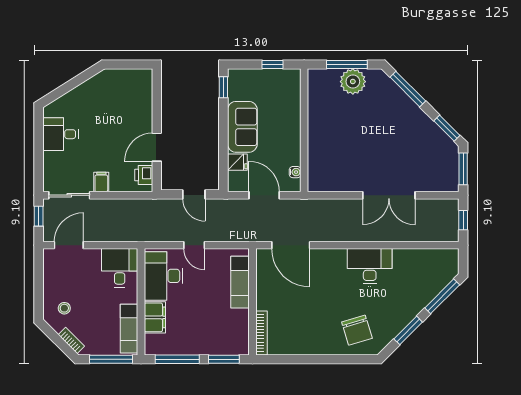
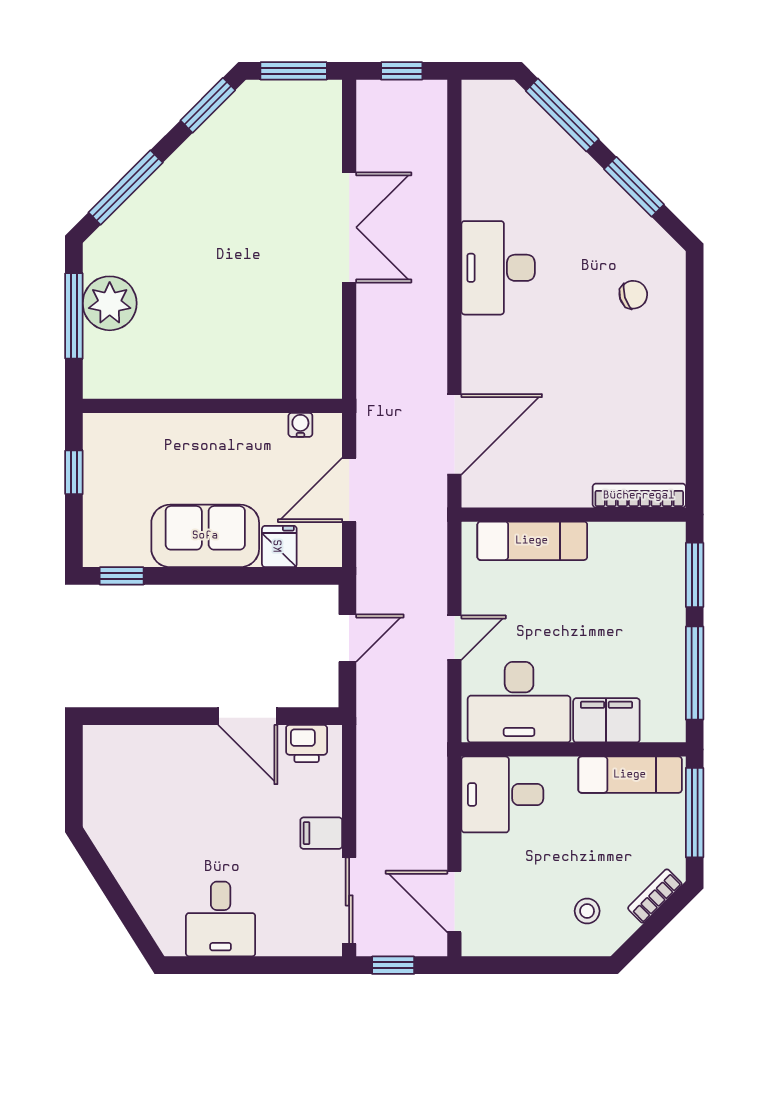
chair: (357, 330) -> (633, 295), width x0.54, depth x0.54

